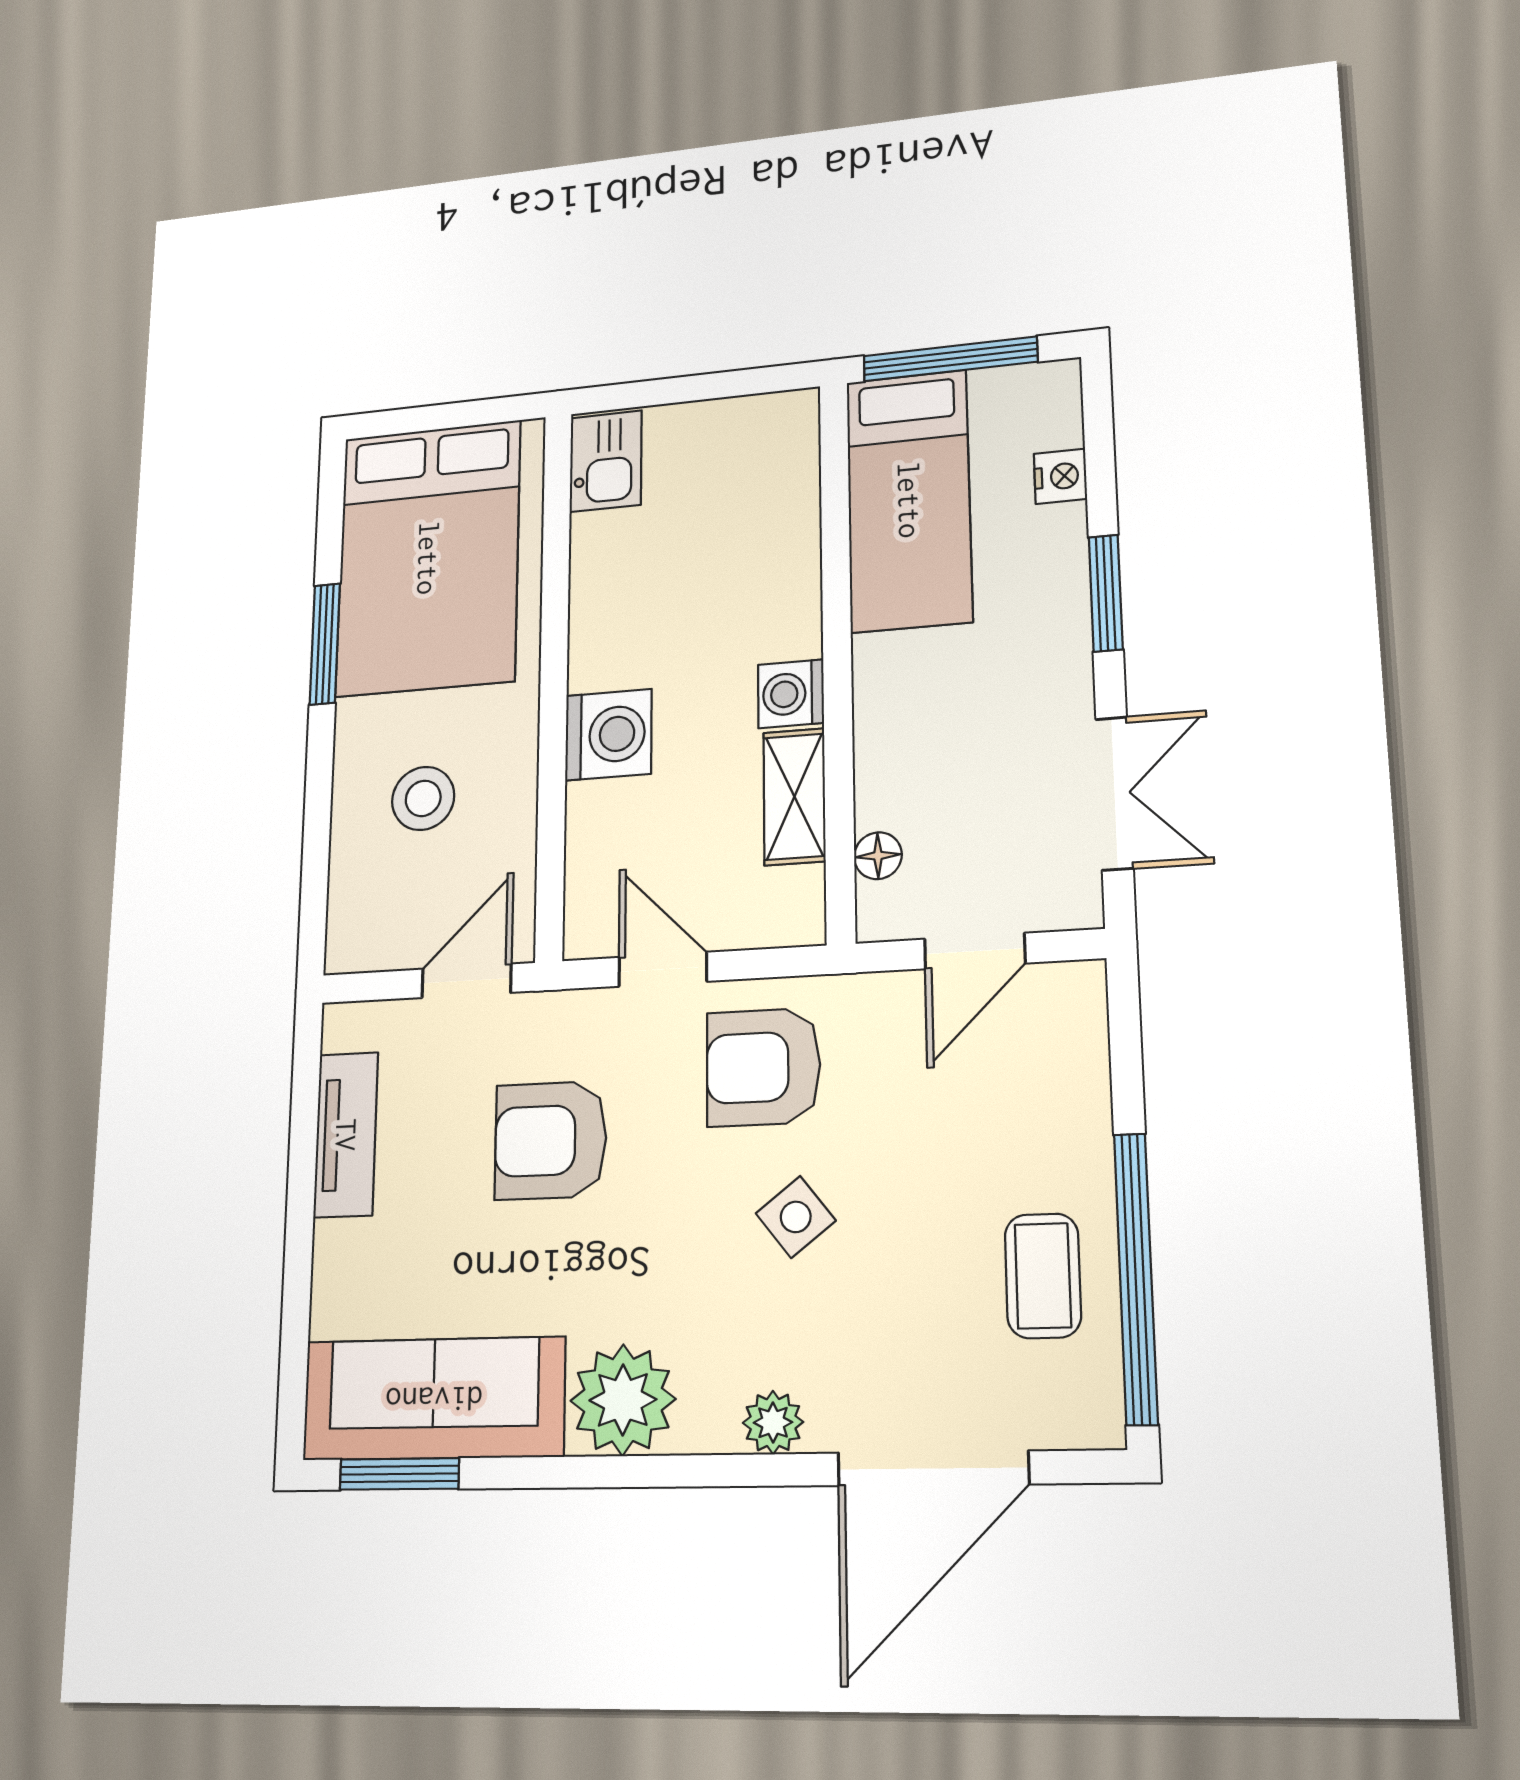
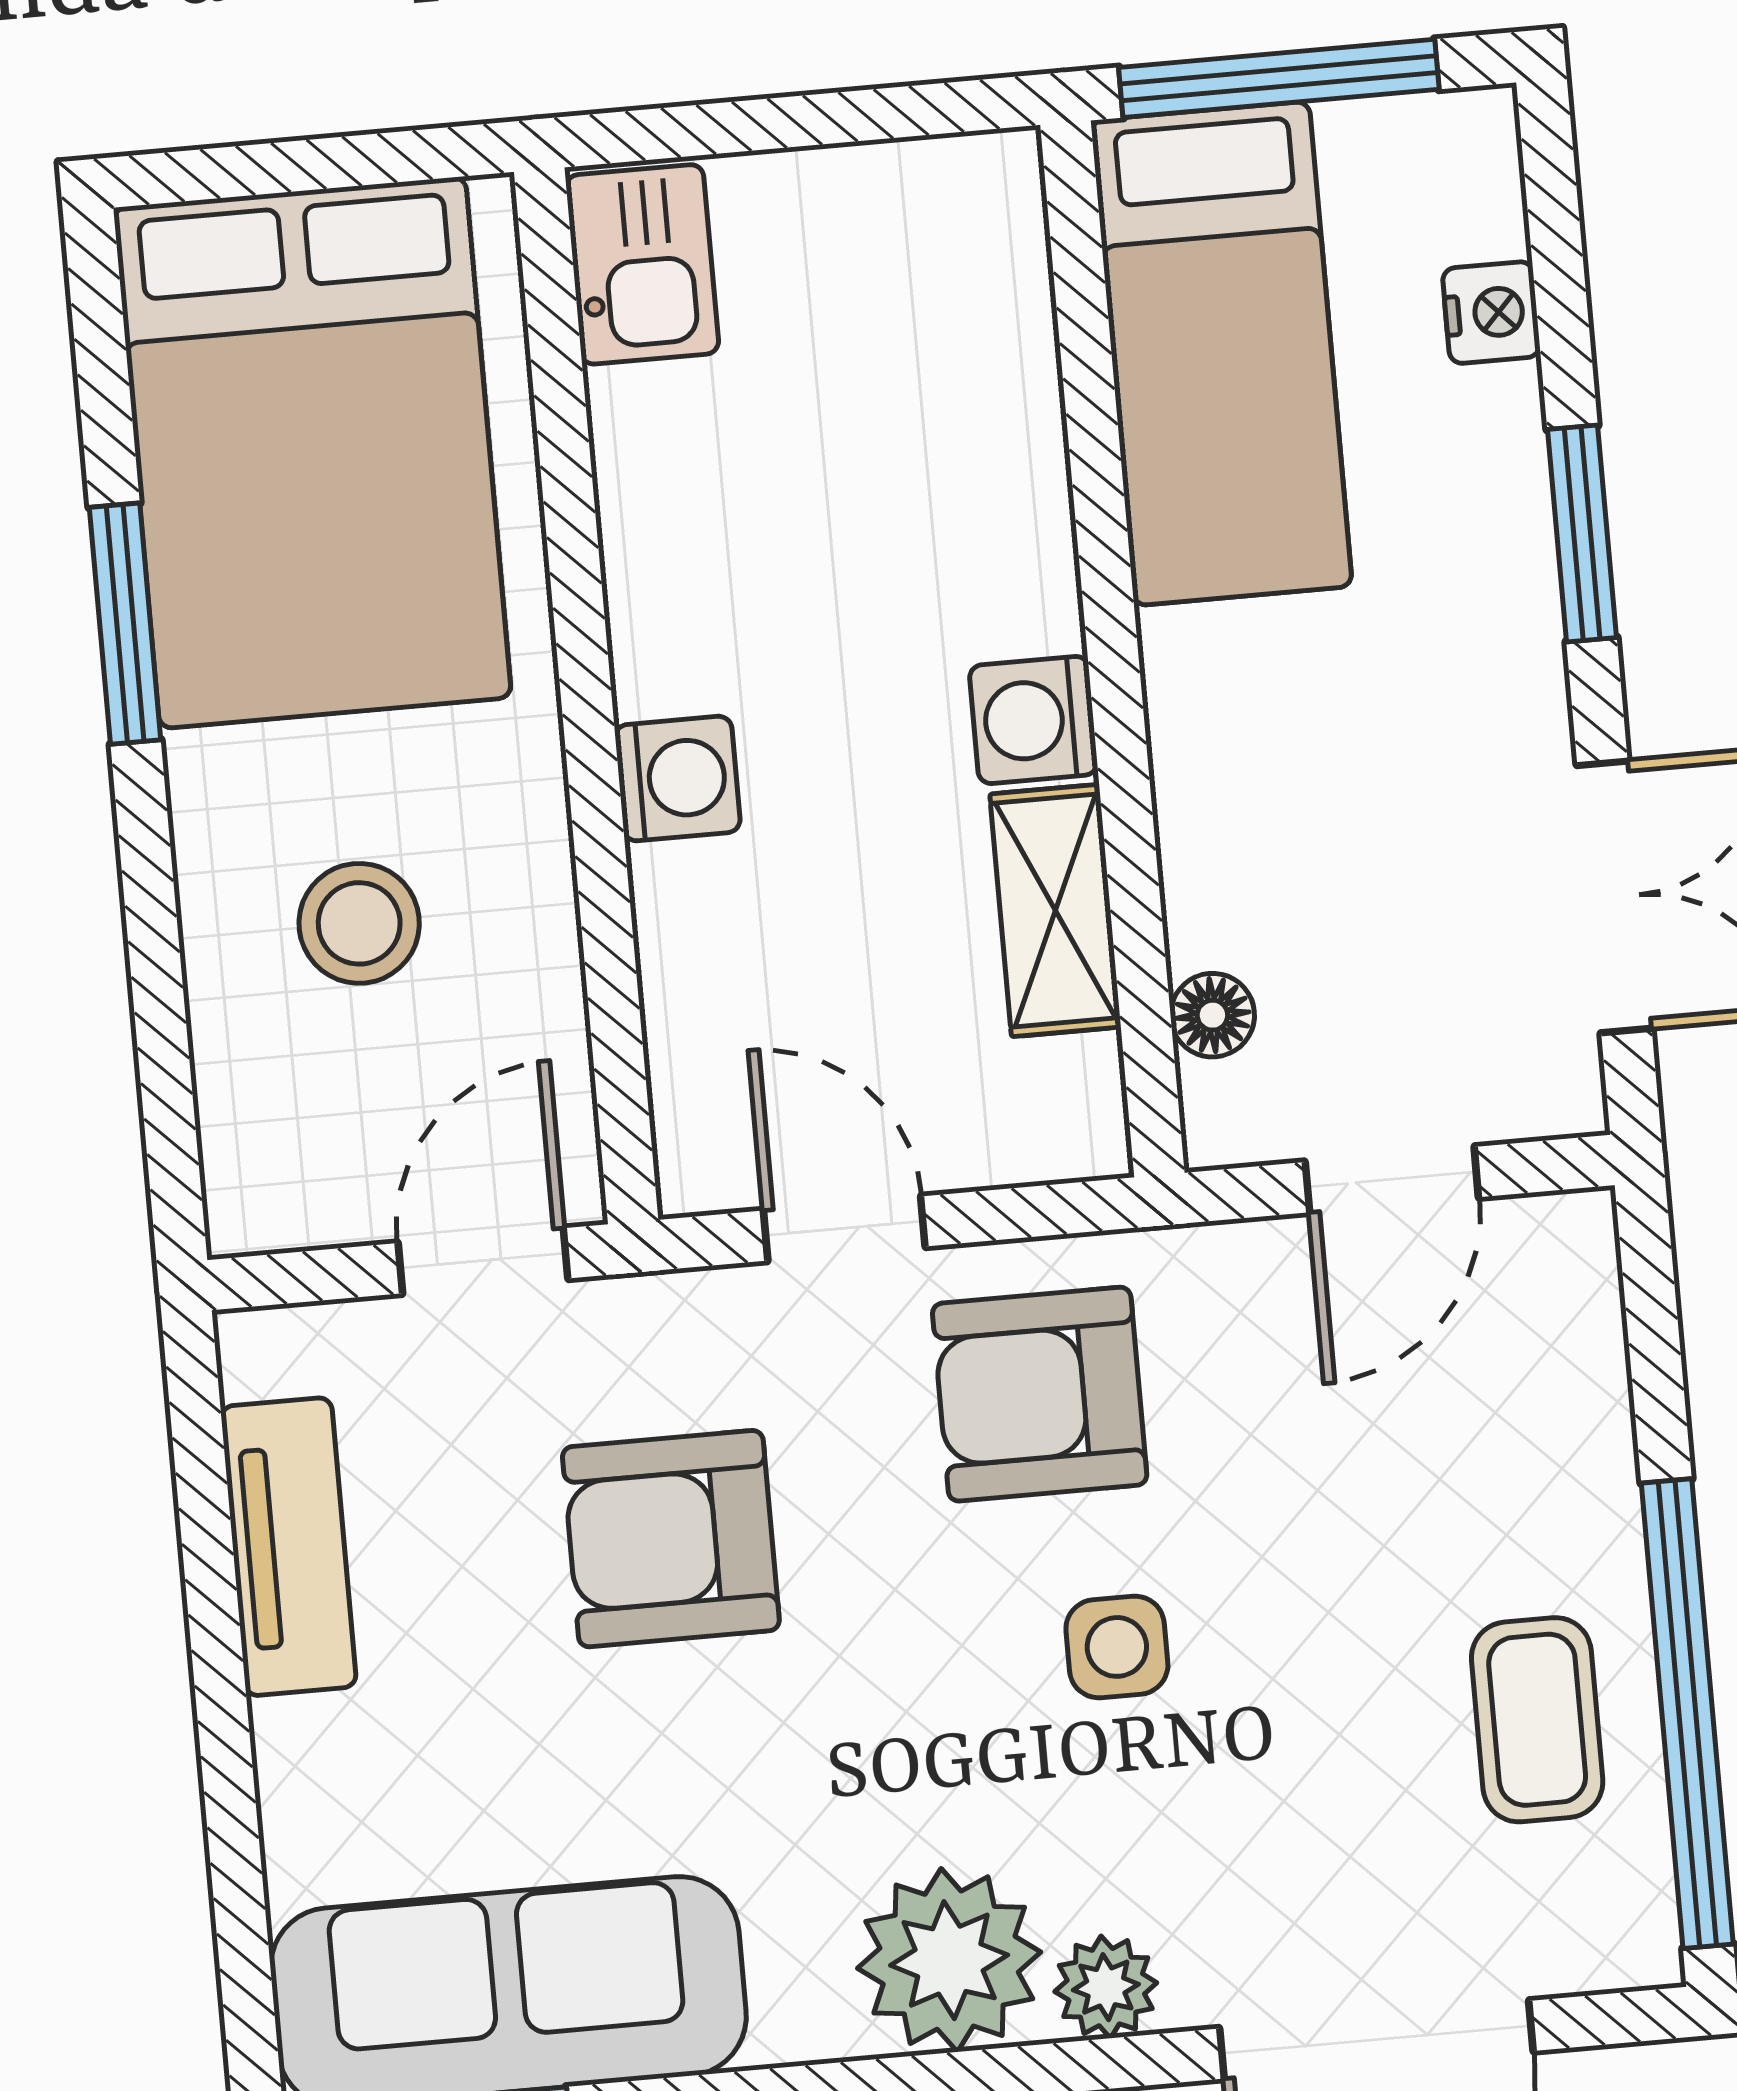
washing machine: (608, 735) -> (678, 779), width x0.73, depth x0.73
side table: (796, 1217) -> (1117, 1647), turned 38
plant: (623, 1400) -> (949, 1960), moved

